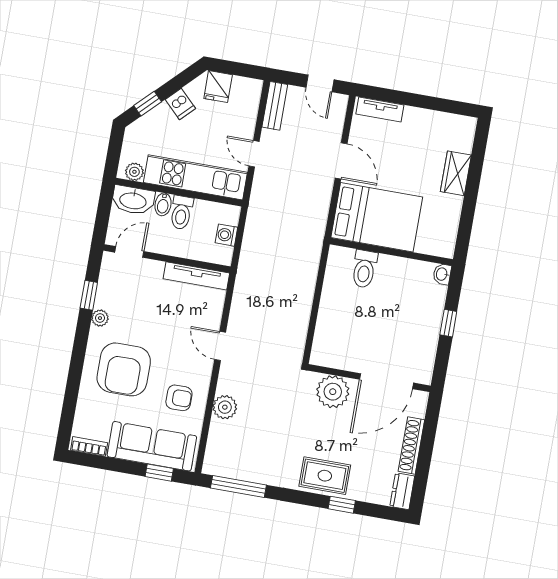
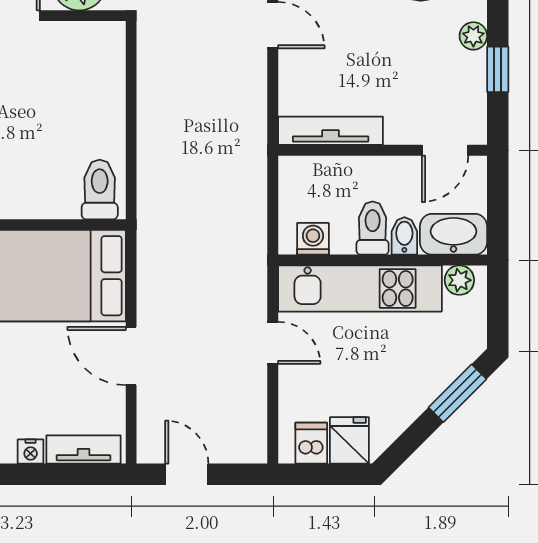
window: (148, 104) -> (457, 393), width x1.50
dishwasher: (180, 104) -> (311, 443), moved, turned 45
bench: (275, 106) -> (253, 426), removed
nightstand: (412, 114) -> (31, 452), added
washing machine: (226, 235) -> (313, 239), moved, turned -90
toilet: (364, 269) -> (100, 190), moved

